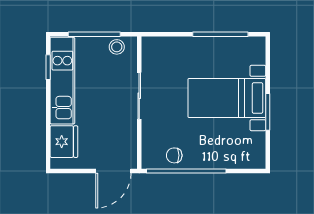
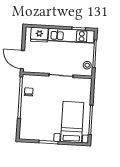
bed with nightstands: (227, 98) -> (72, 122), moved

